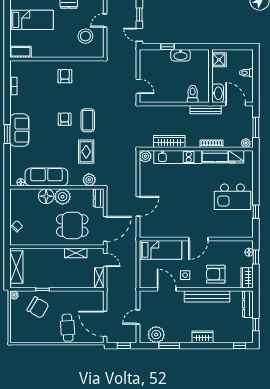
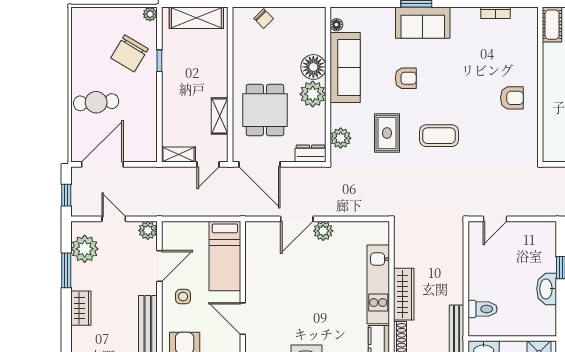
armchair: (65, 119) -> (406, 78), moved
wardrobe: (169, 142) -> (404, 294), moved
rug: (86, 152) -> (387, 133), turned 90
plant: (145, 156) -> (323, 231), moved
door: (138, 206) -> (297, 219), hinge flipped
plant: (145, 296) -> (148, 230), added
wardrobe: (202, 337) -> (81, 308), moved

